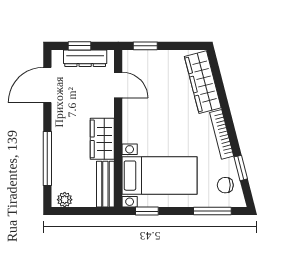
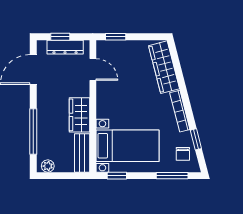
chair: (225, 185) -> (183, 154), turned -90

